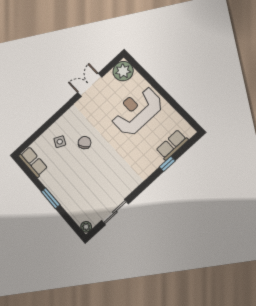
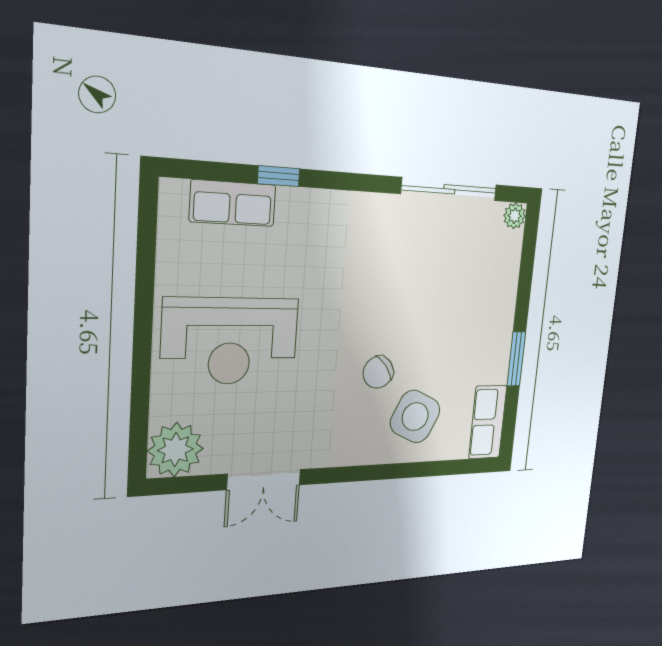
side table: (60, 142) -> (415, 417), width x1.87, depth x1.87
window: (51, 198) -> (516, 359), moved
sliding door: (115, 212) -> (449, 189), width x1.37

